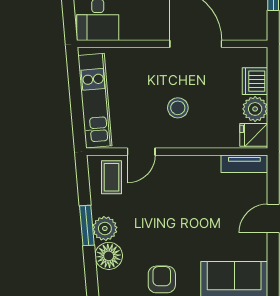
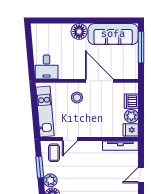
stool: (178, 108) -> (77, 98), moved
tv unit: (244, 164) -> (120, 146), width x1.41
window: (87, 226) -> (40, 167), moved

